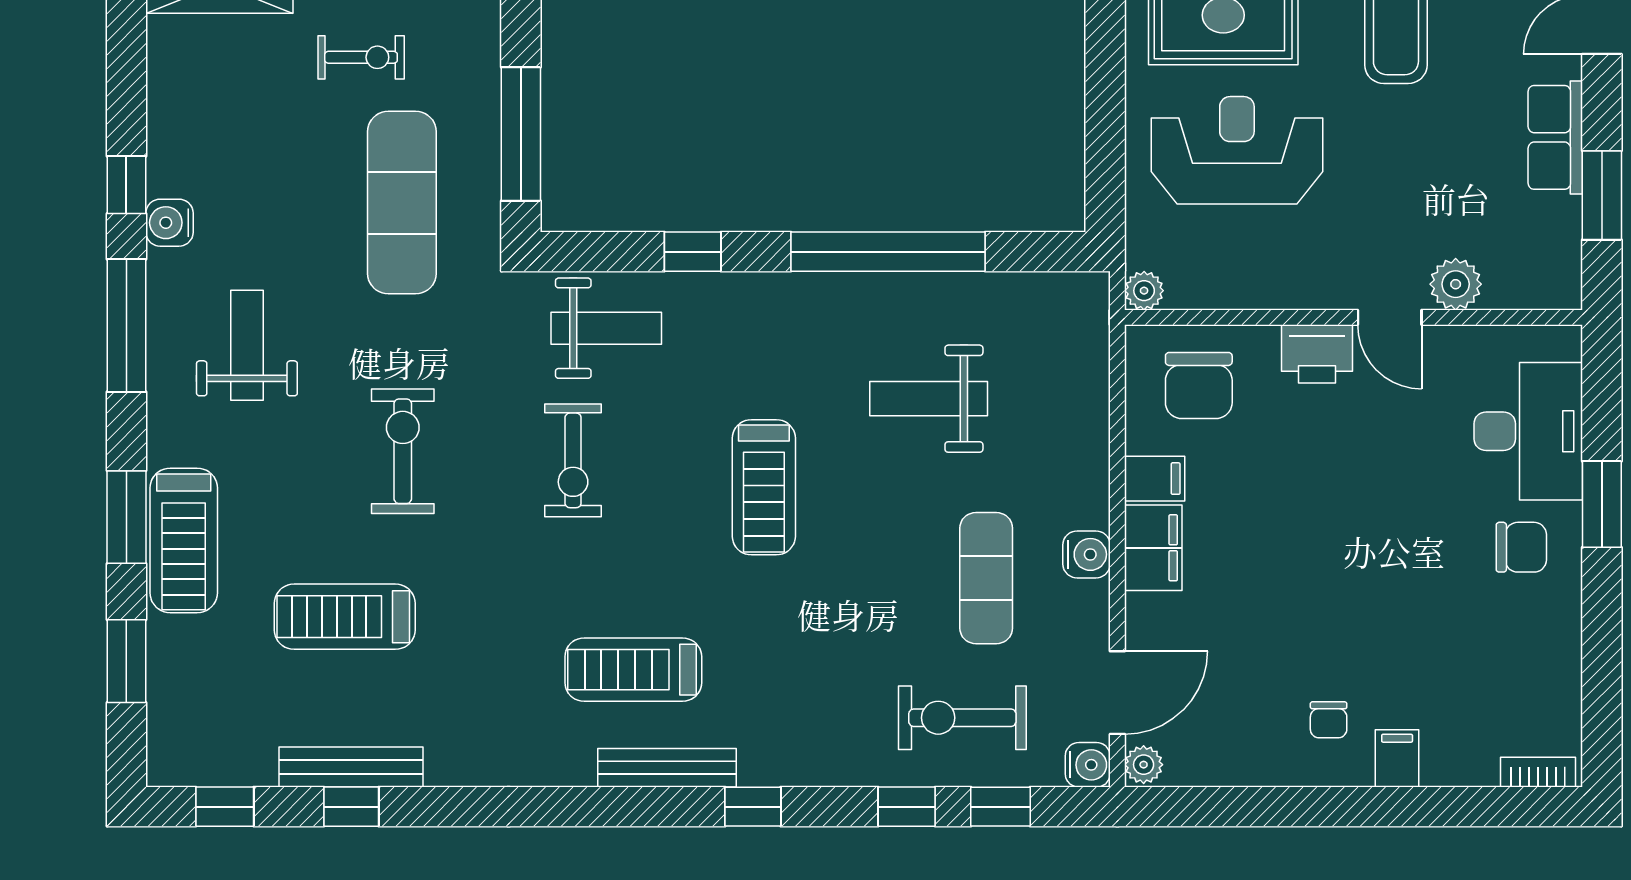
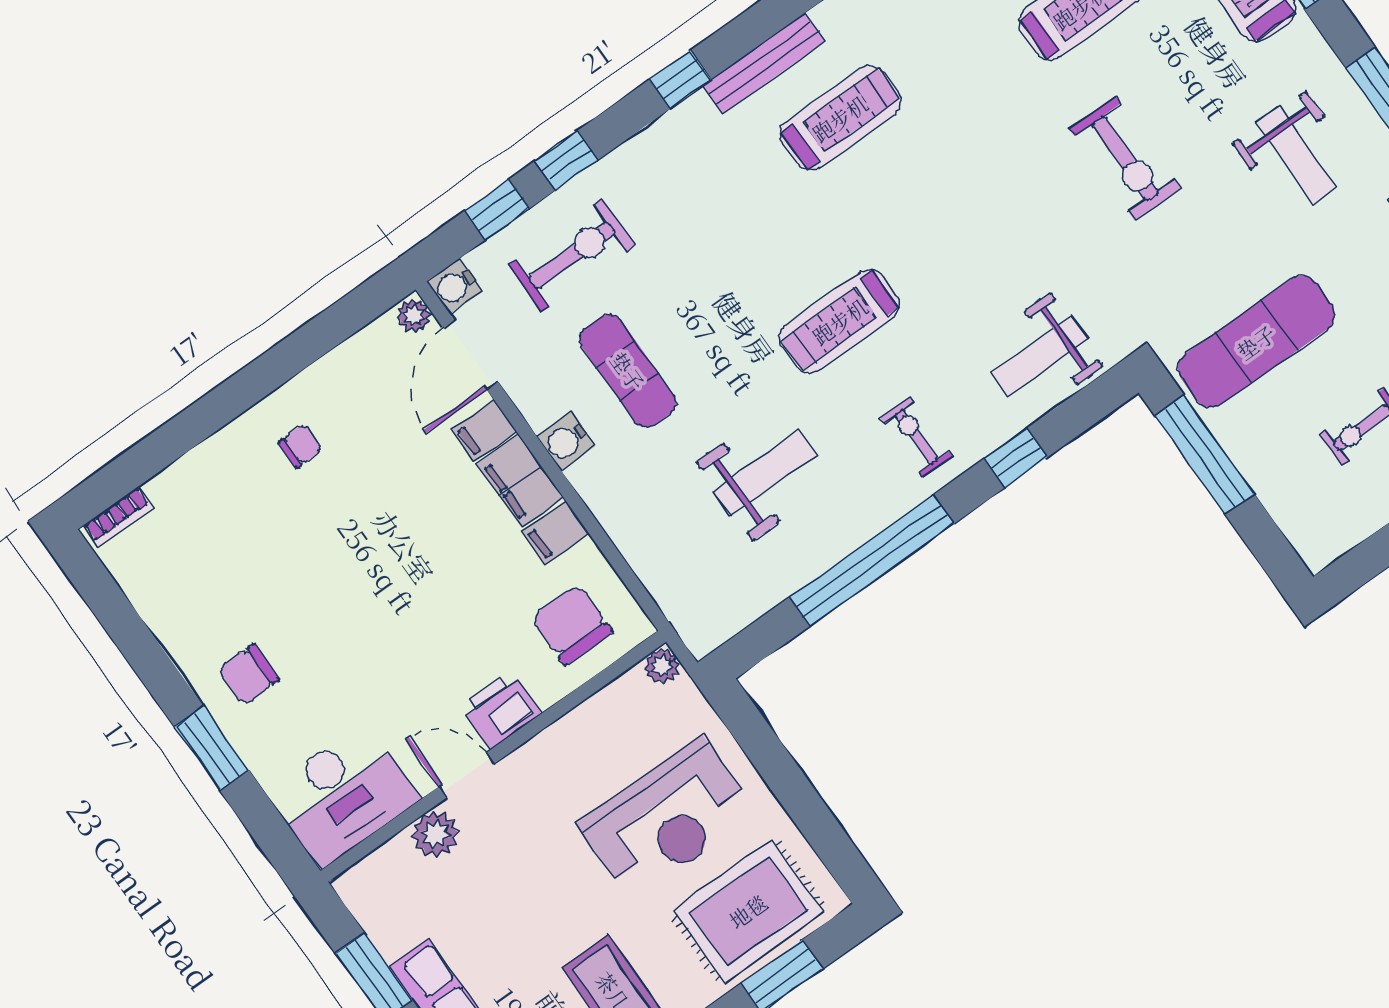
exercise mat: (402, 203) -> (1256, 342), turned 90
desk: (1528, 431) -> (343, 795), moved, turned -90
exercise bike: (573, 460) -> (916, 437), moved, width x0.73, depth x0.72
treadmill: (764, 487) -> (840, 321), turned -90
chair: (1329, 720) -> (300, 446), turned 90
filing cabinet: (1397, 758) -> (484, 431), moved, turned 90

